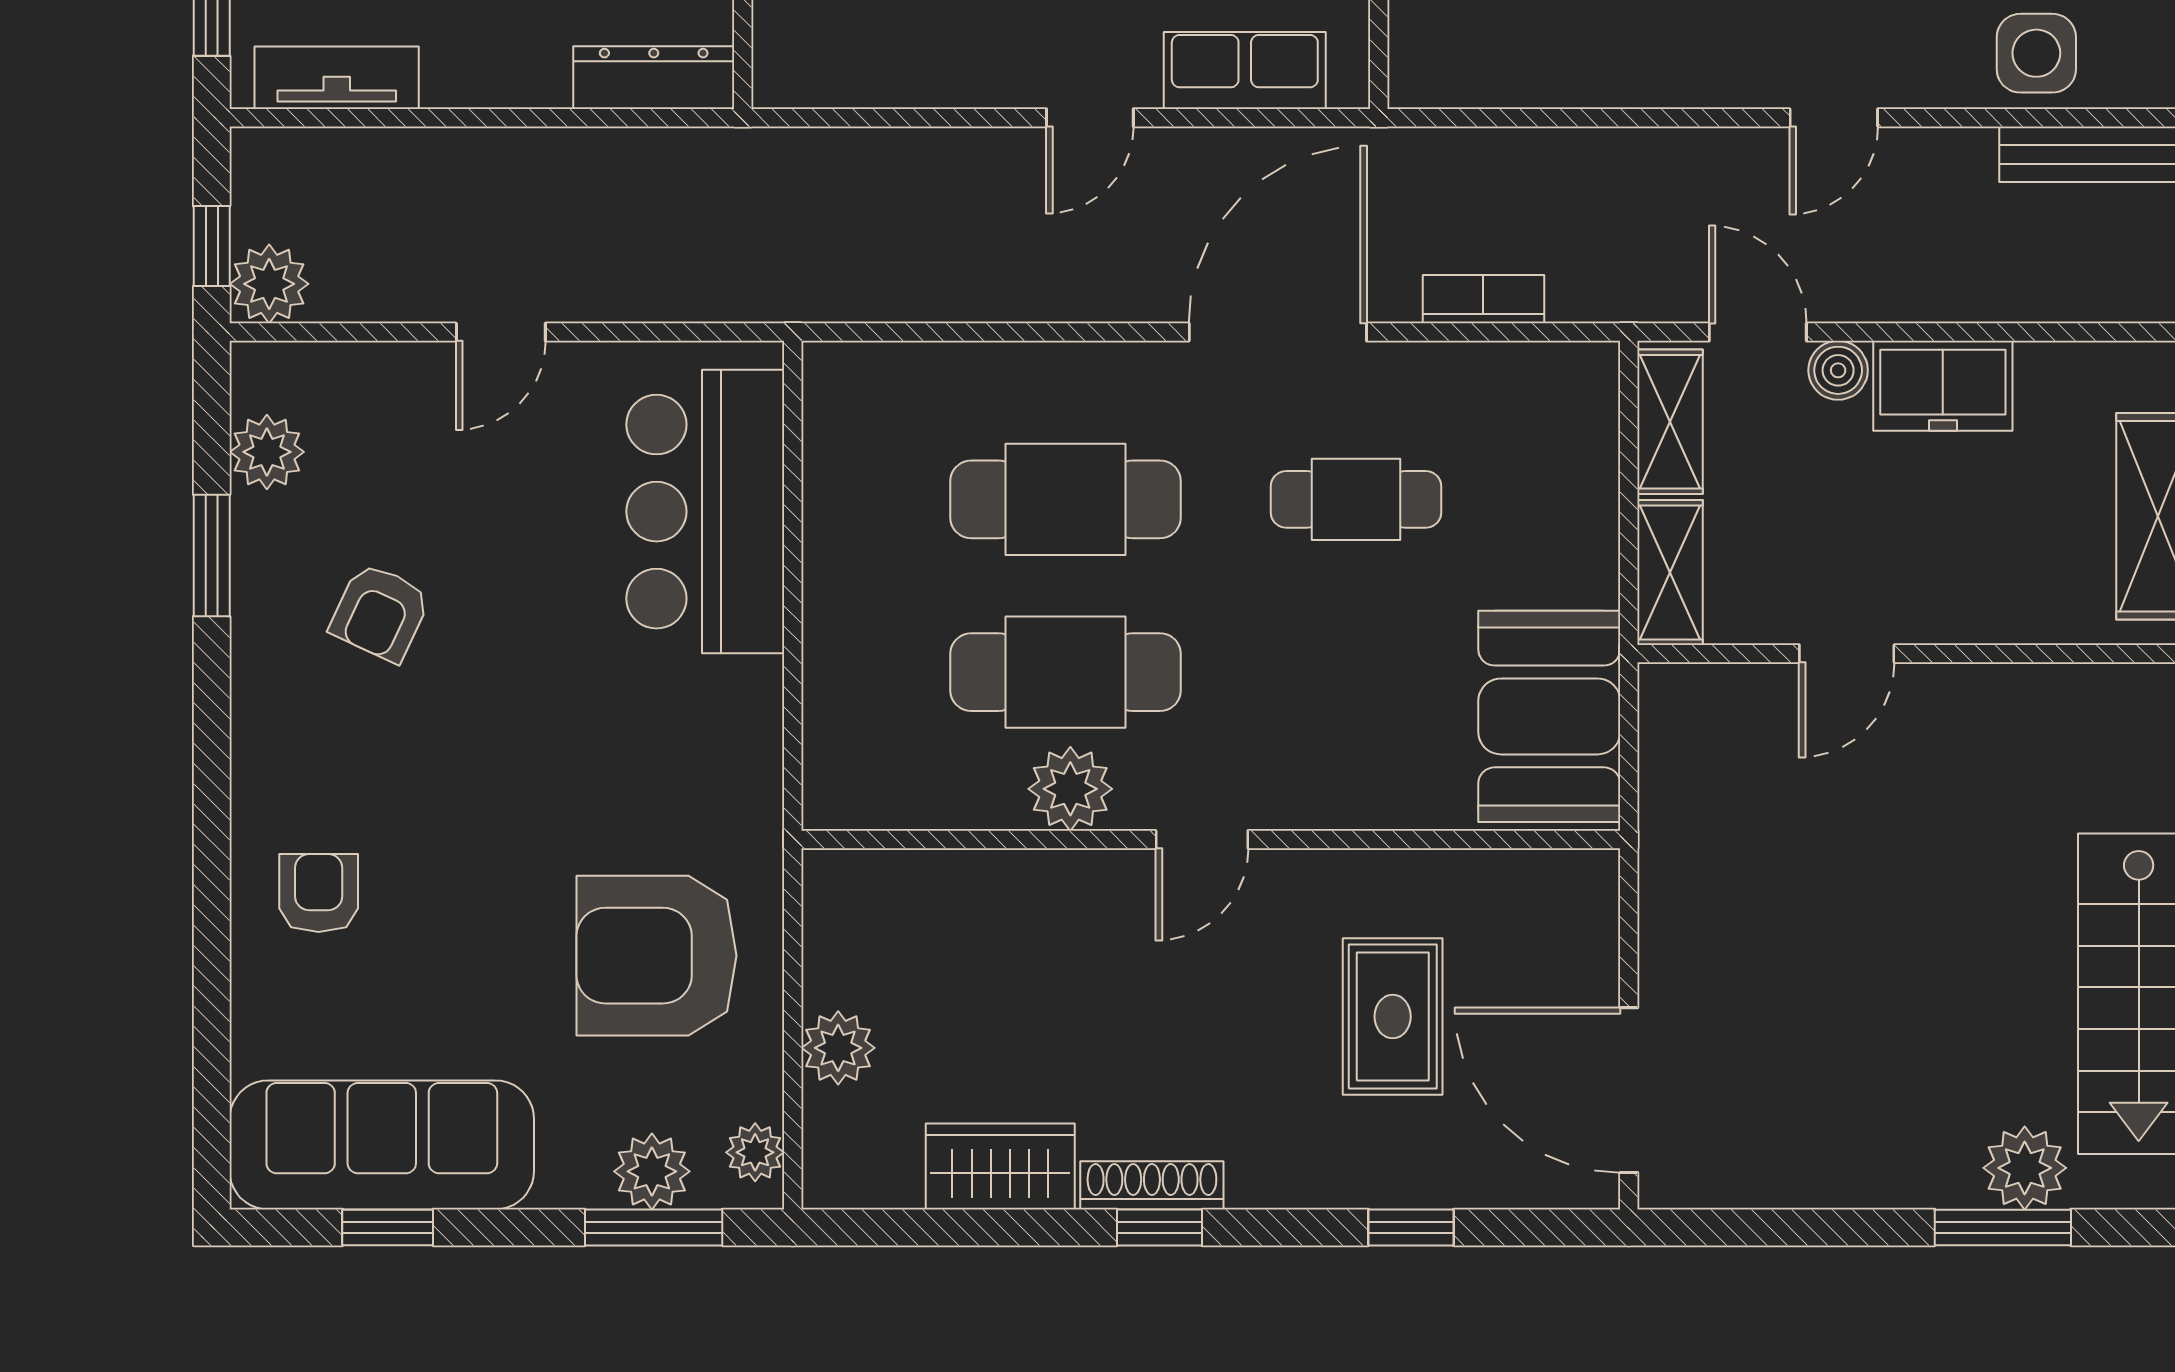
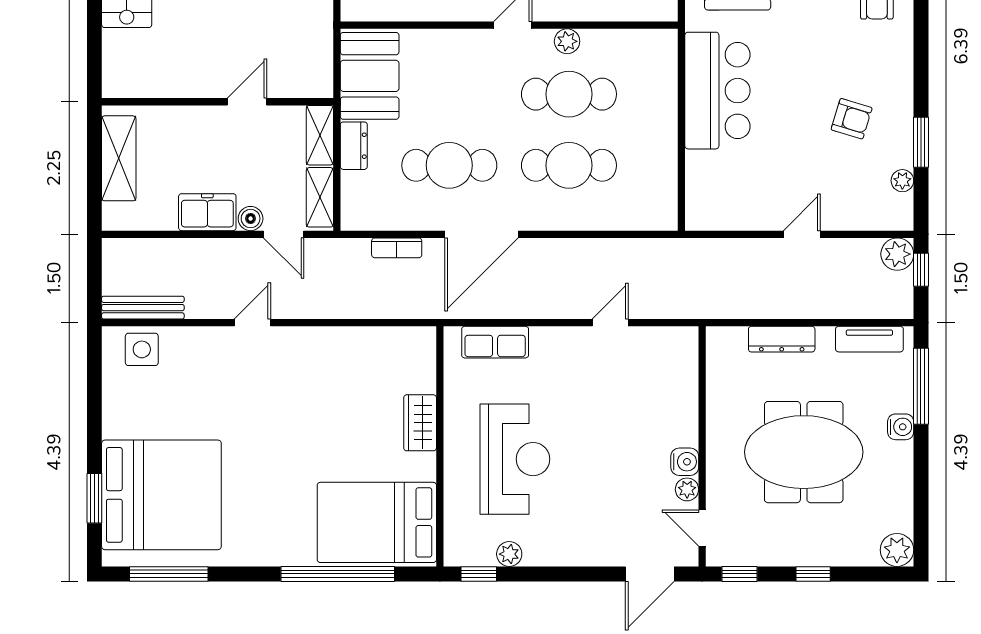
side table: (2036, 53) -> (142, 349), moved
dresser: (654, 78) -> (782, 339), moved
door: (1090, 118) -> (610, 323), moved
plant: (267, 452) -> (902, 181), width x0.73, depth x0.73
cafe table: (1356, 499) -> (449, 165), width x1.37, depth x1.35
bar counter: (705, 512) -> (717, 91), moved
dresser: (1588, 547) -> (354, 146), added
armchair: (380, 612) -> (852, 119), turned 82
plant: (1070, 789) -> (567, 41), width x0.73, depth x0.73

